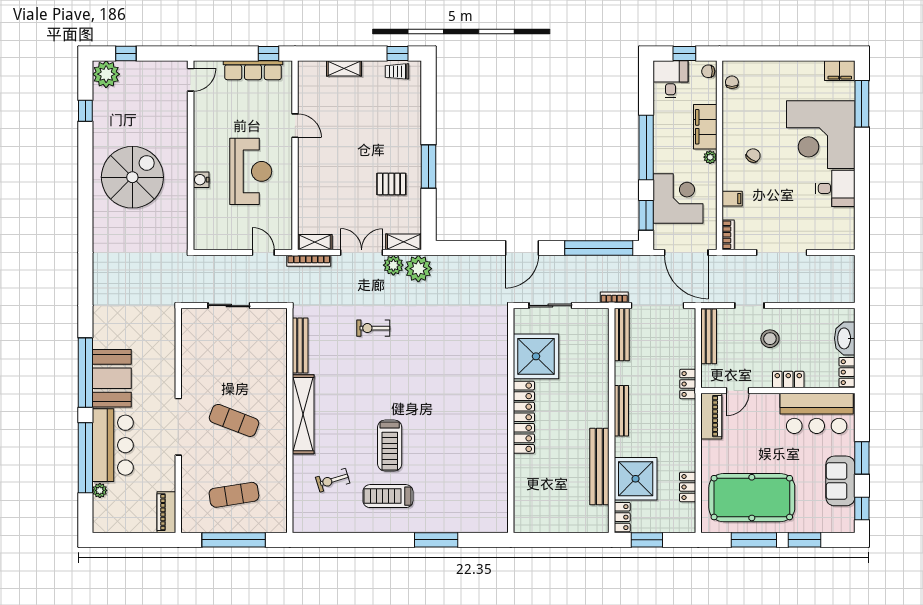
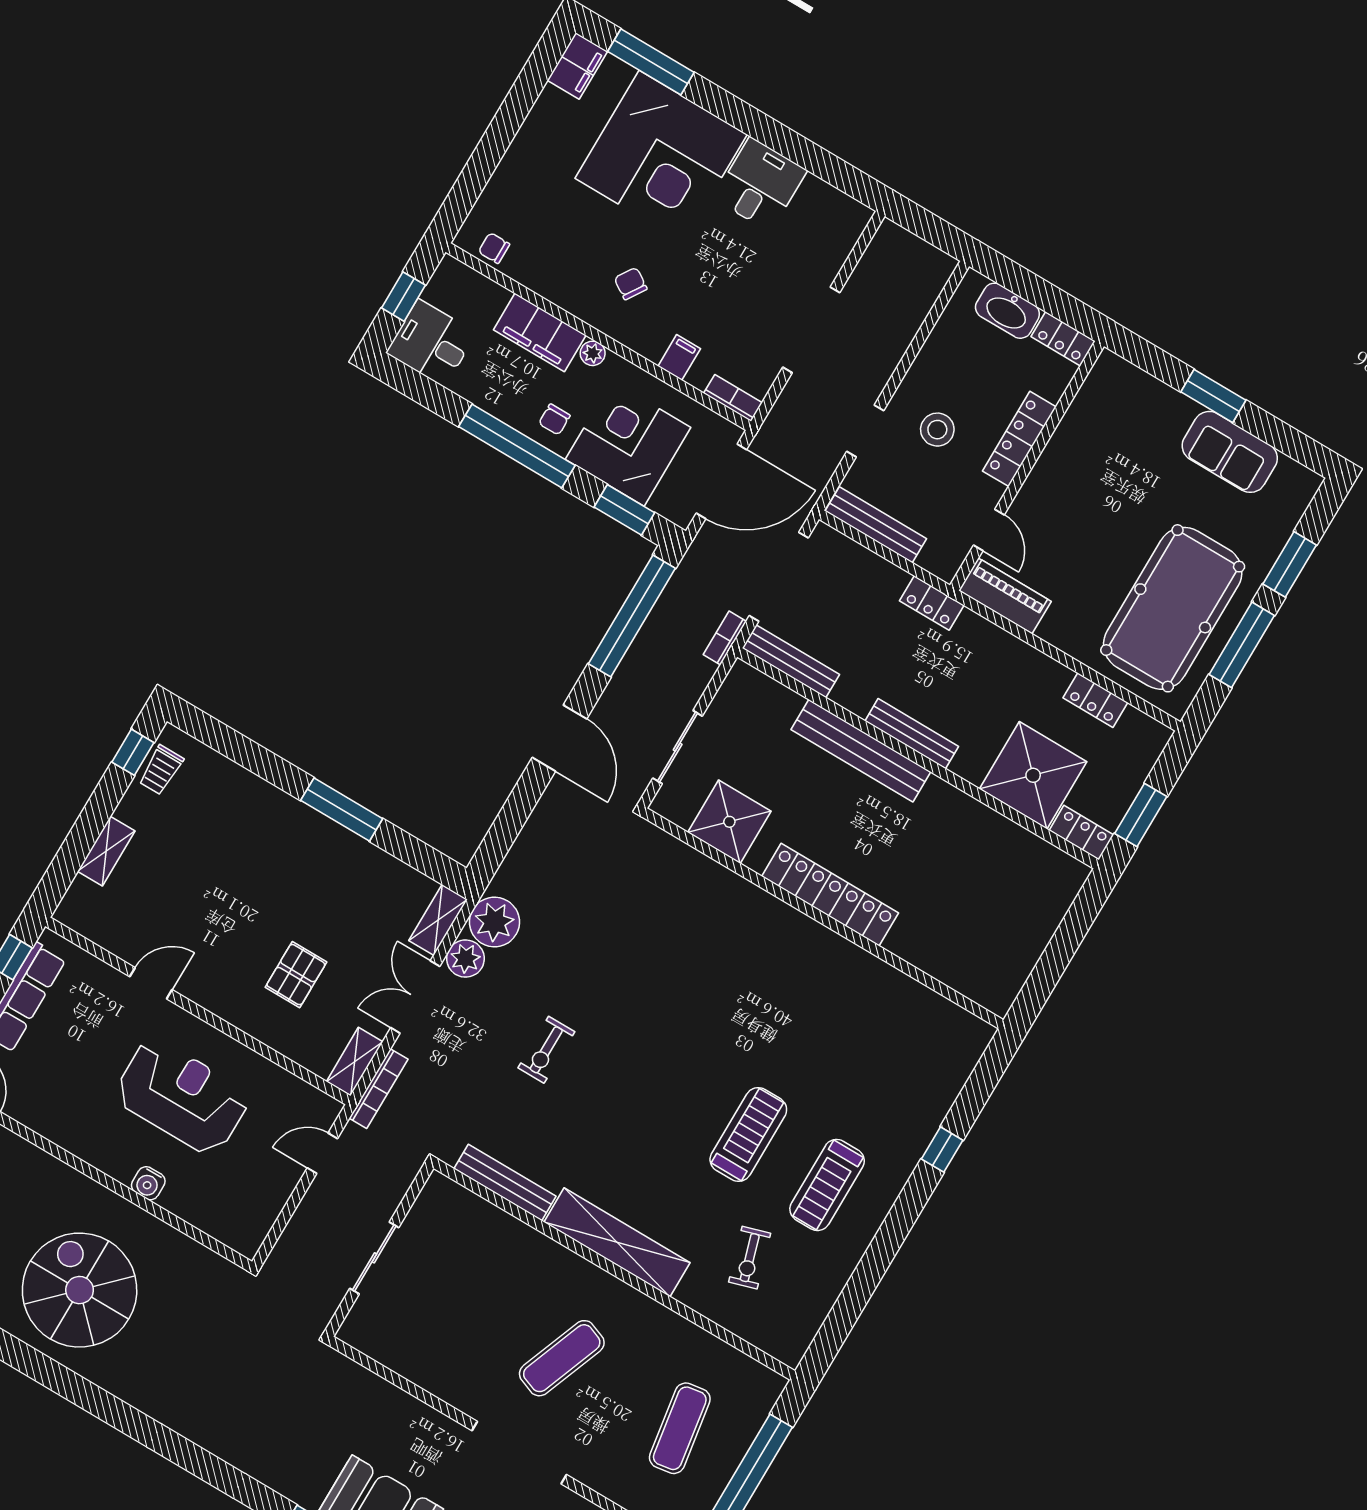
chair: (708, 71) -> (554, 419), moved
pallet: (391, 184) -> (296, 975), moved
shower: (536, 356) -> (729, 822), width x0.73, depth x0.73
locker: (788, 379) -> (1019, 439), width x1.53
bar counter: (817, 413) -> (1100, 426), removed
treadmill: (390, 446) -> (748, 1135), turned -90
bench: (599, 467) -> (861, 751), moved
window: (862, 509) -> (1294, 444), removed
window: (436, 540) -> (942, 1150), width x0.46

